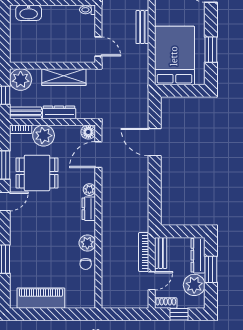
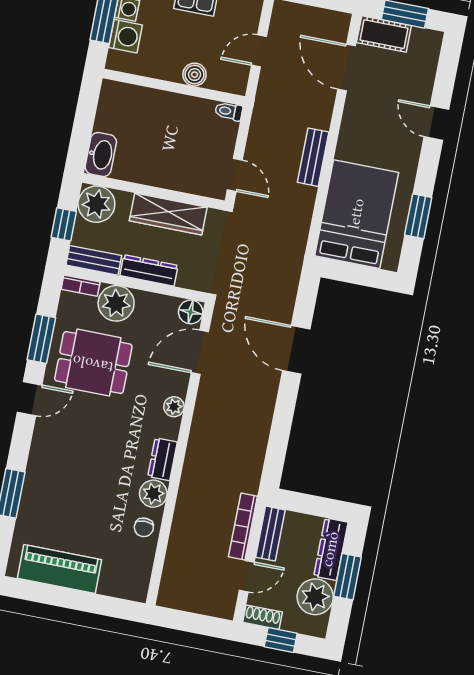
washbasin: (29, 13) -> (101, 155), moved, turned -90
dresser: (89, 209) -> (163, 459), moved

